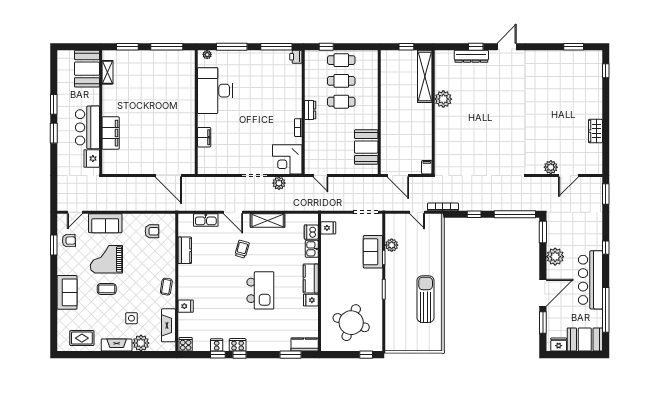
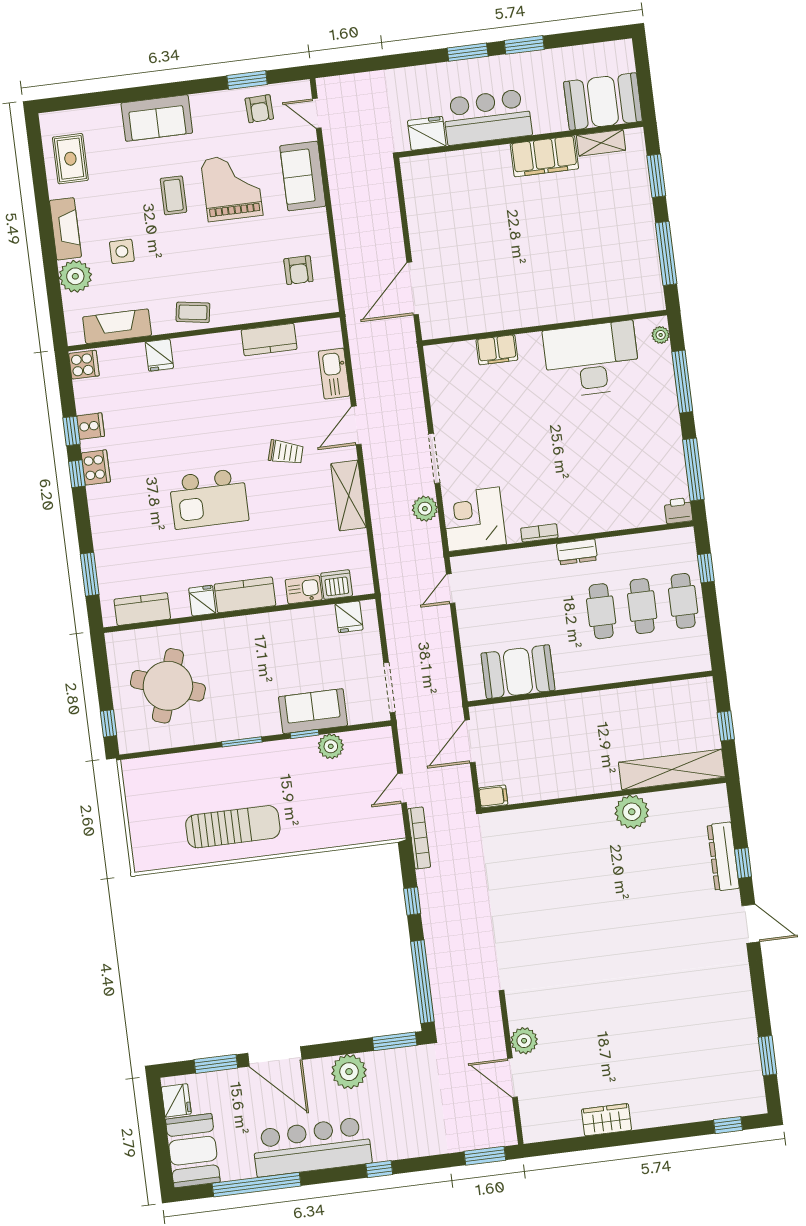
filing cabinet: (111, 133) -> (544, 156), moved
kitchen counter: (305, 345) -> (142, 609), moved, turned -90

